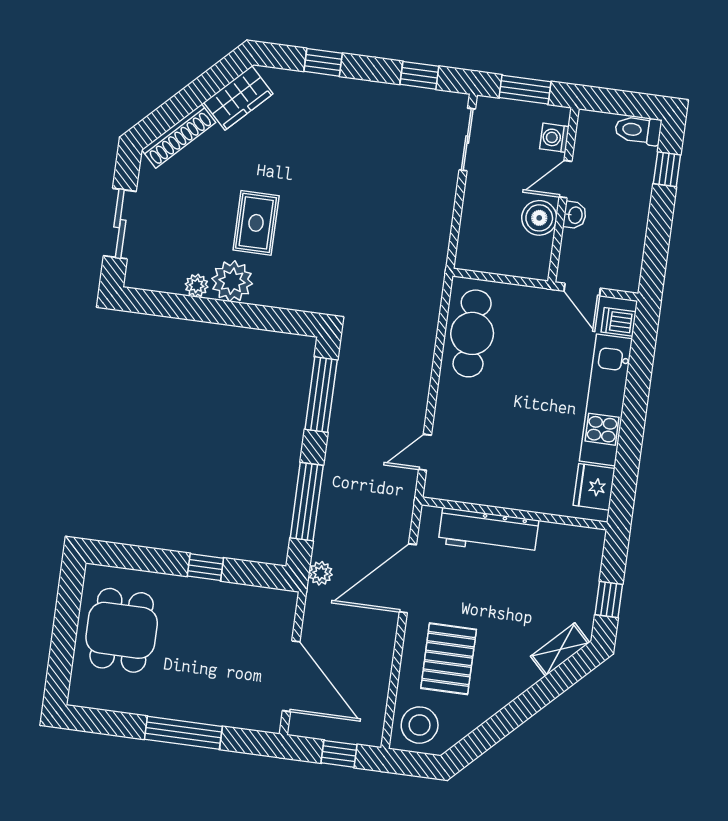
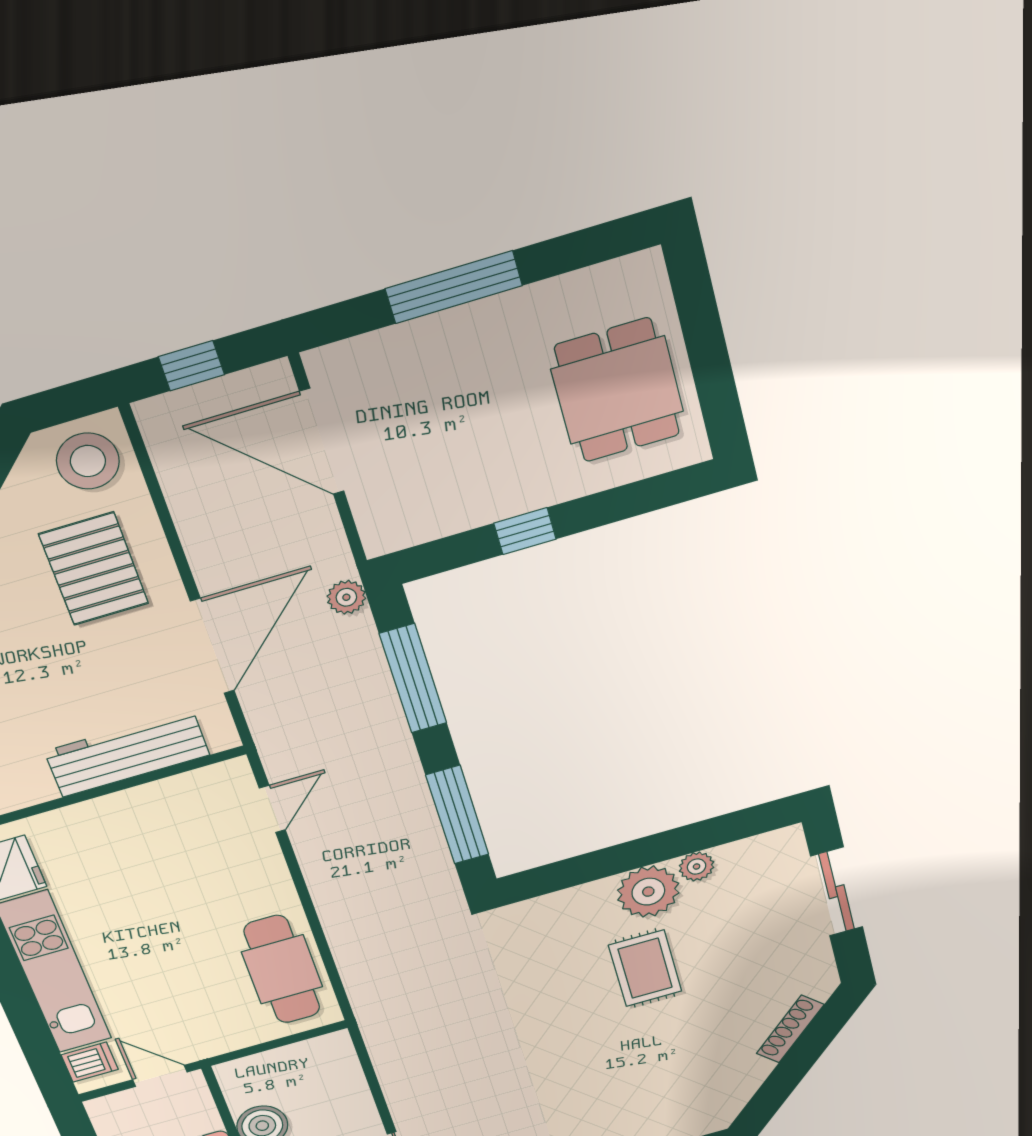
wardrobe: (238, 98) -> (732, 1088), removed
shoe rack: (179, 136) -> (790, 1029), width x0.74, depth x0.81

